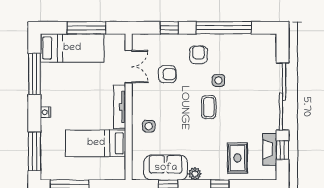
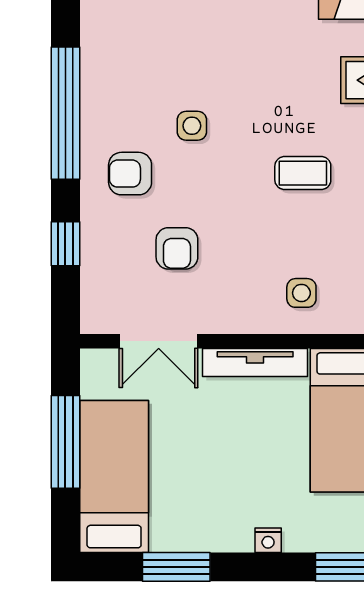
double door: (129, 67) -> (159, 341), swing flipped
window: (34, 74) -> (176, 567), width x0.69
armchair: (167, 74) -> (177, 248), turned 180
coffee table: (209, 107) -> (303, 173), moved

